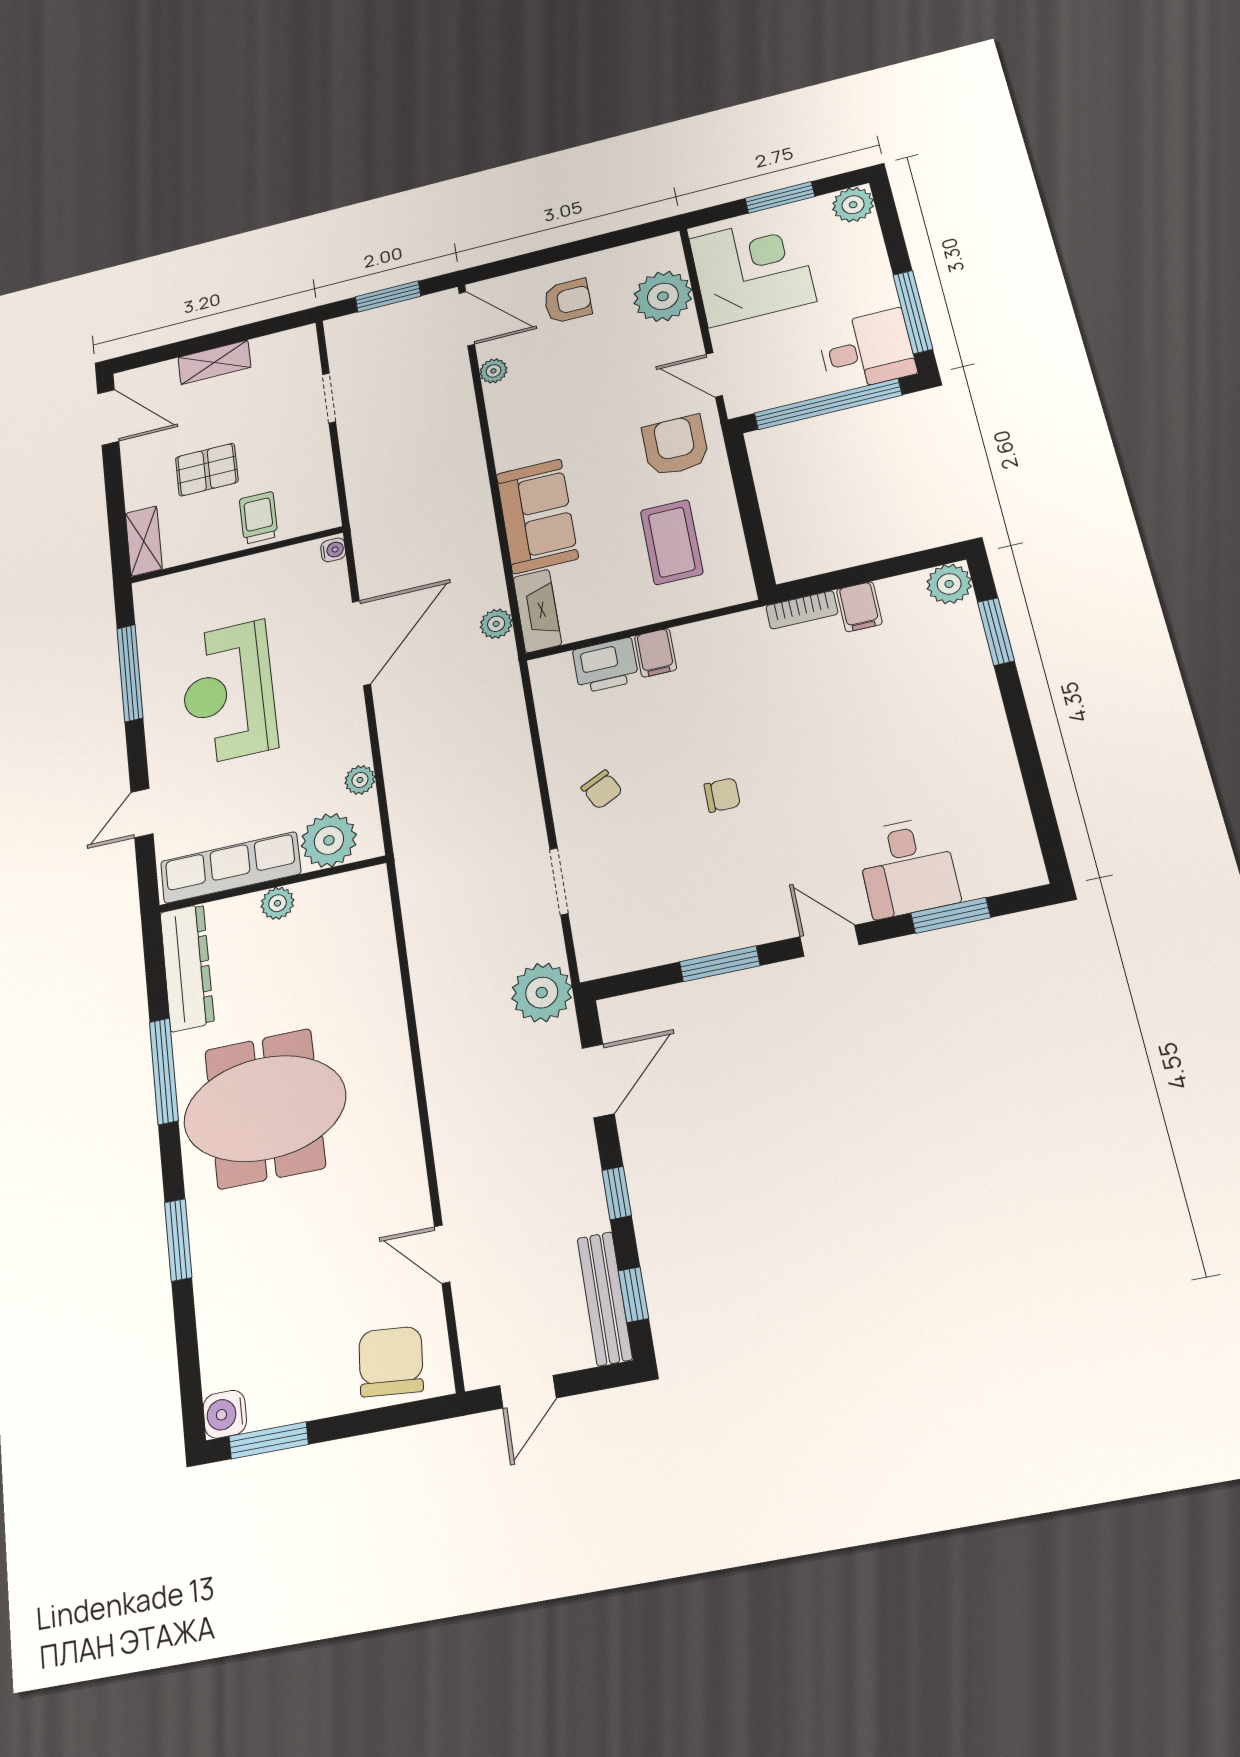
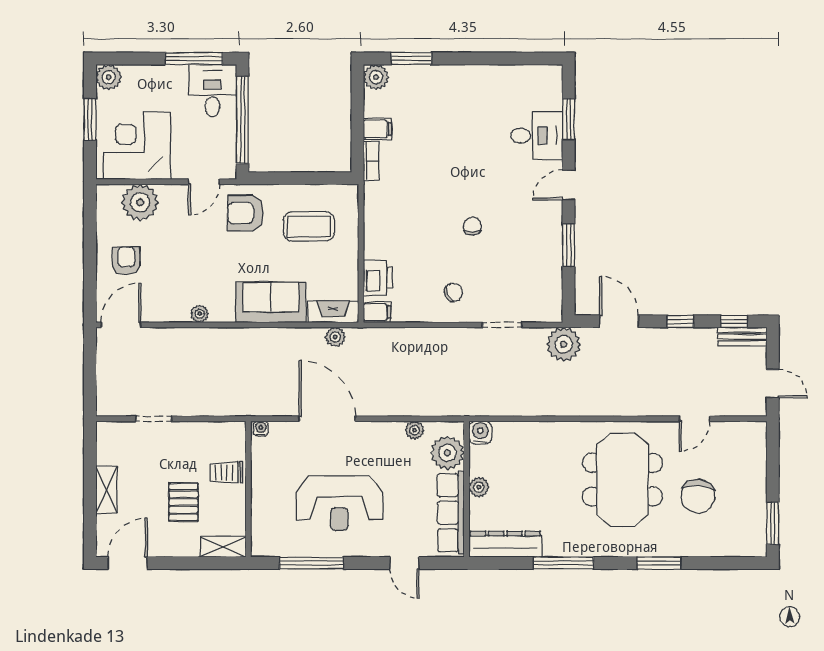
window: (388, 296) -> (90, 372), removed
plant: (493, 371) -> (200, 314), moved
filing cabinet: (656, 653) -> (377, 312), moved
meeting table: (265, 1108) -> (622, 480), moved
bench: (605, 1298) -> (742, 337), width x0.73
chair: (391, 1361) -> (698, 496), moved, turned -90
water cooler: (225, 1414) -> (480, 433), moved, turned 180

